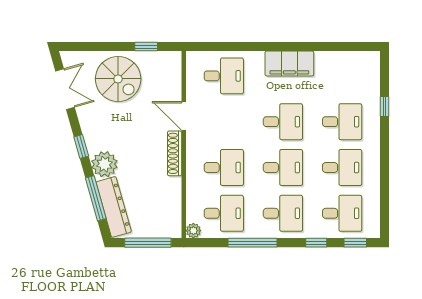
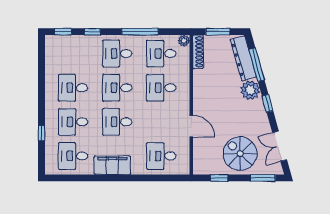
window: (88, 47) -> (263, 178), added
shoe rack: (175, 153) -> (198, 52), moved
desk: (342, 213) -> (73, 156), moved
window: (148, 243) -> (218, 32), width x0.69

